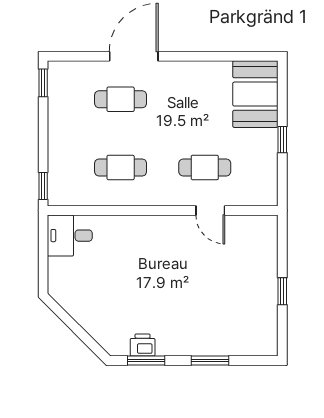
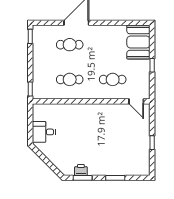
door: (210, 211) -> (136, 101), moved
desk: (70, 236) -> (44, 132), moved

